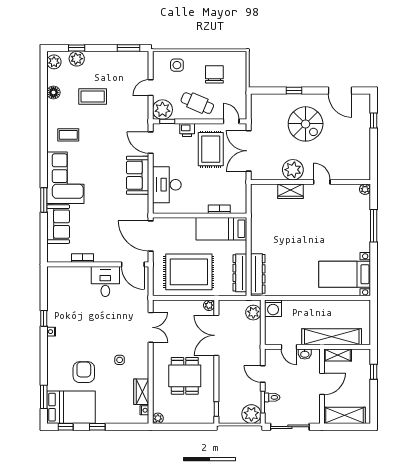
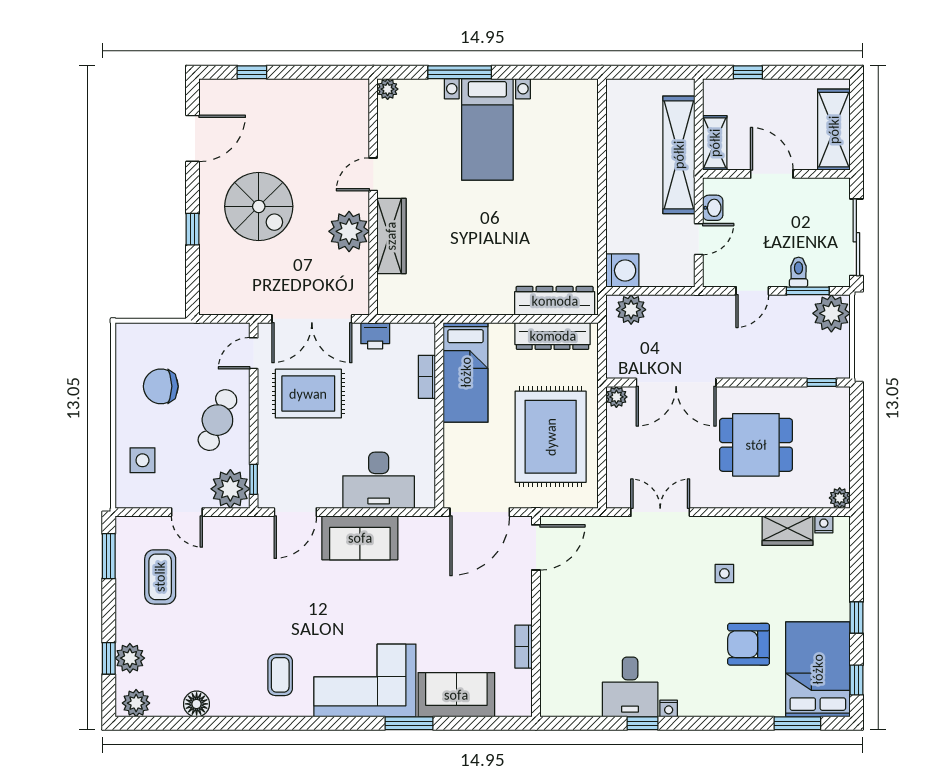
coffee table: (93, 96) -> (160, 577), moved
spiral stairs: (306, 124) -> (259, 206), turned 90
printer: (187, 130) -> (375, 336), moved, turned 90
wardrobe: (291, 191) -> (391, 236), width x1.50
bed with nightstands: (345, 274) -> (487, 129), moved
desk: (105, 281) -> (630, 687), moved, turned -90

